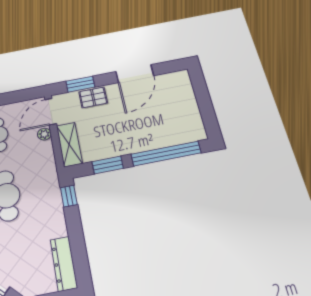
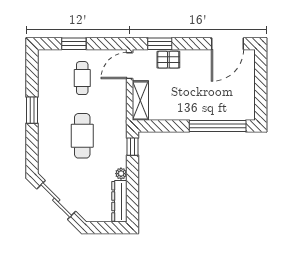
door: (135, 74) -> (227, 44), moved
plant: (44, 134) -> (121, 174), moved
window: (108, 165) -> (168, 126), removed

